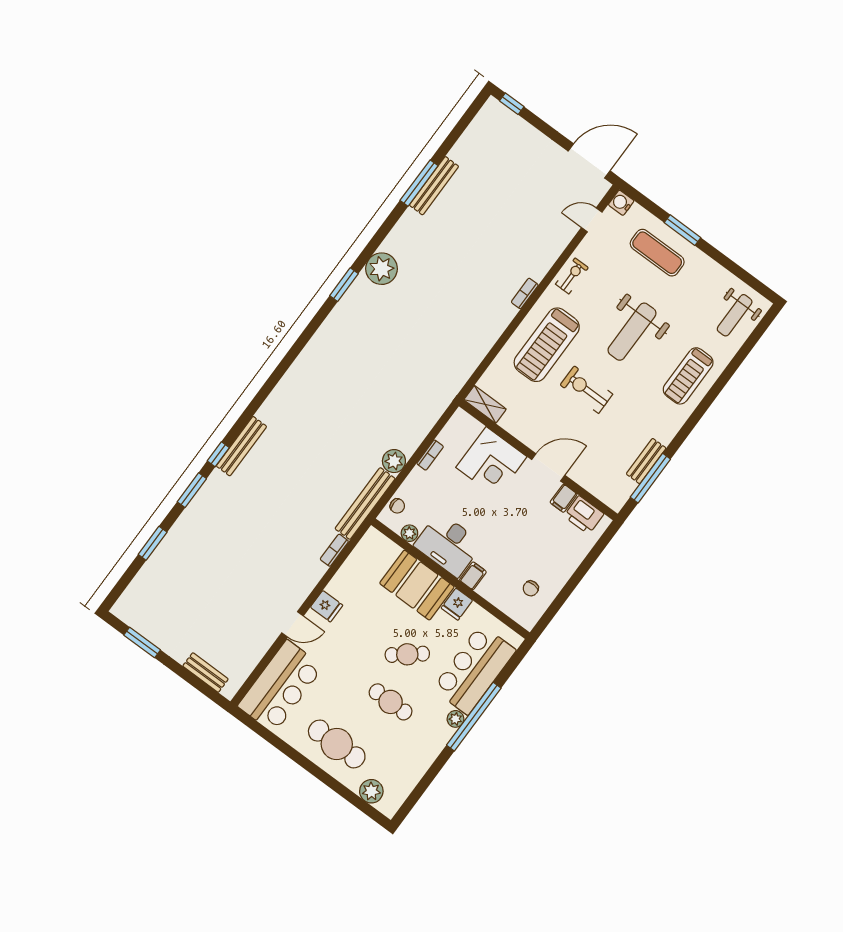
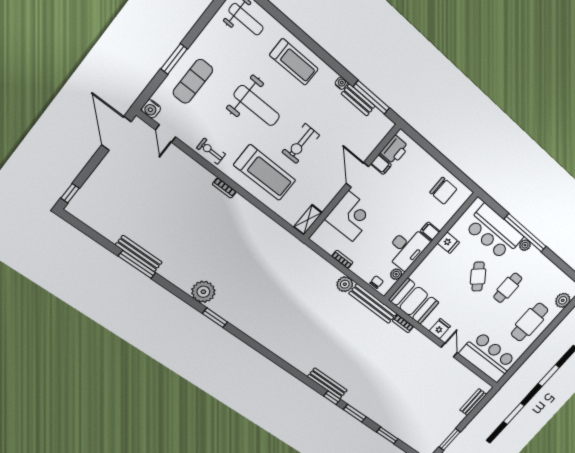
water cooler: (666, 437) -> (341, 83), added
booth: (417, 585) -> (414, 301), moved, turned 90
chair: (531, 588) -> (443, 191), width x1.87, depth x1.87

